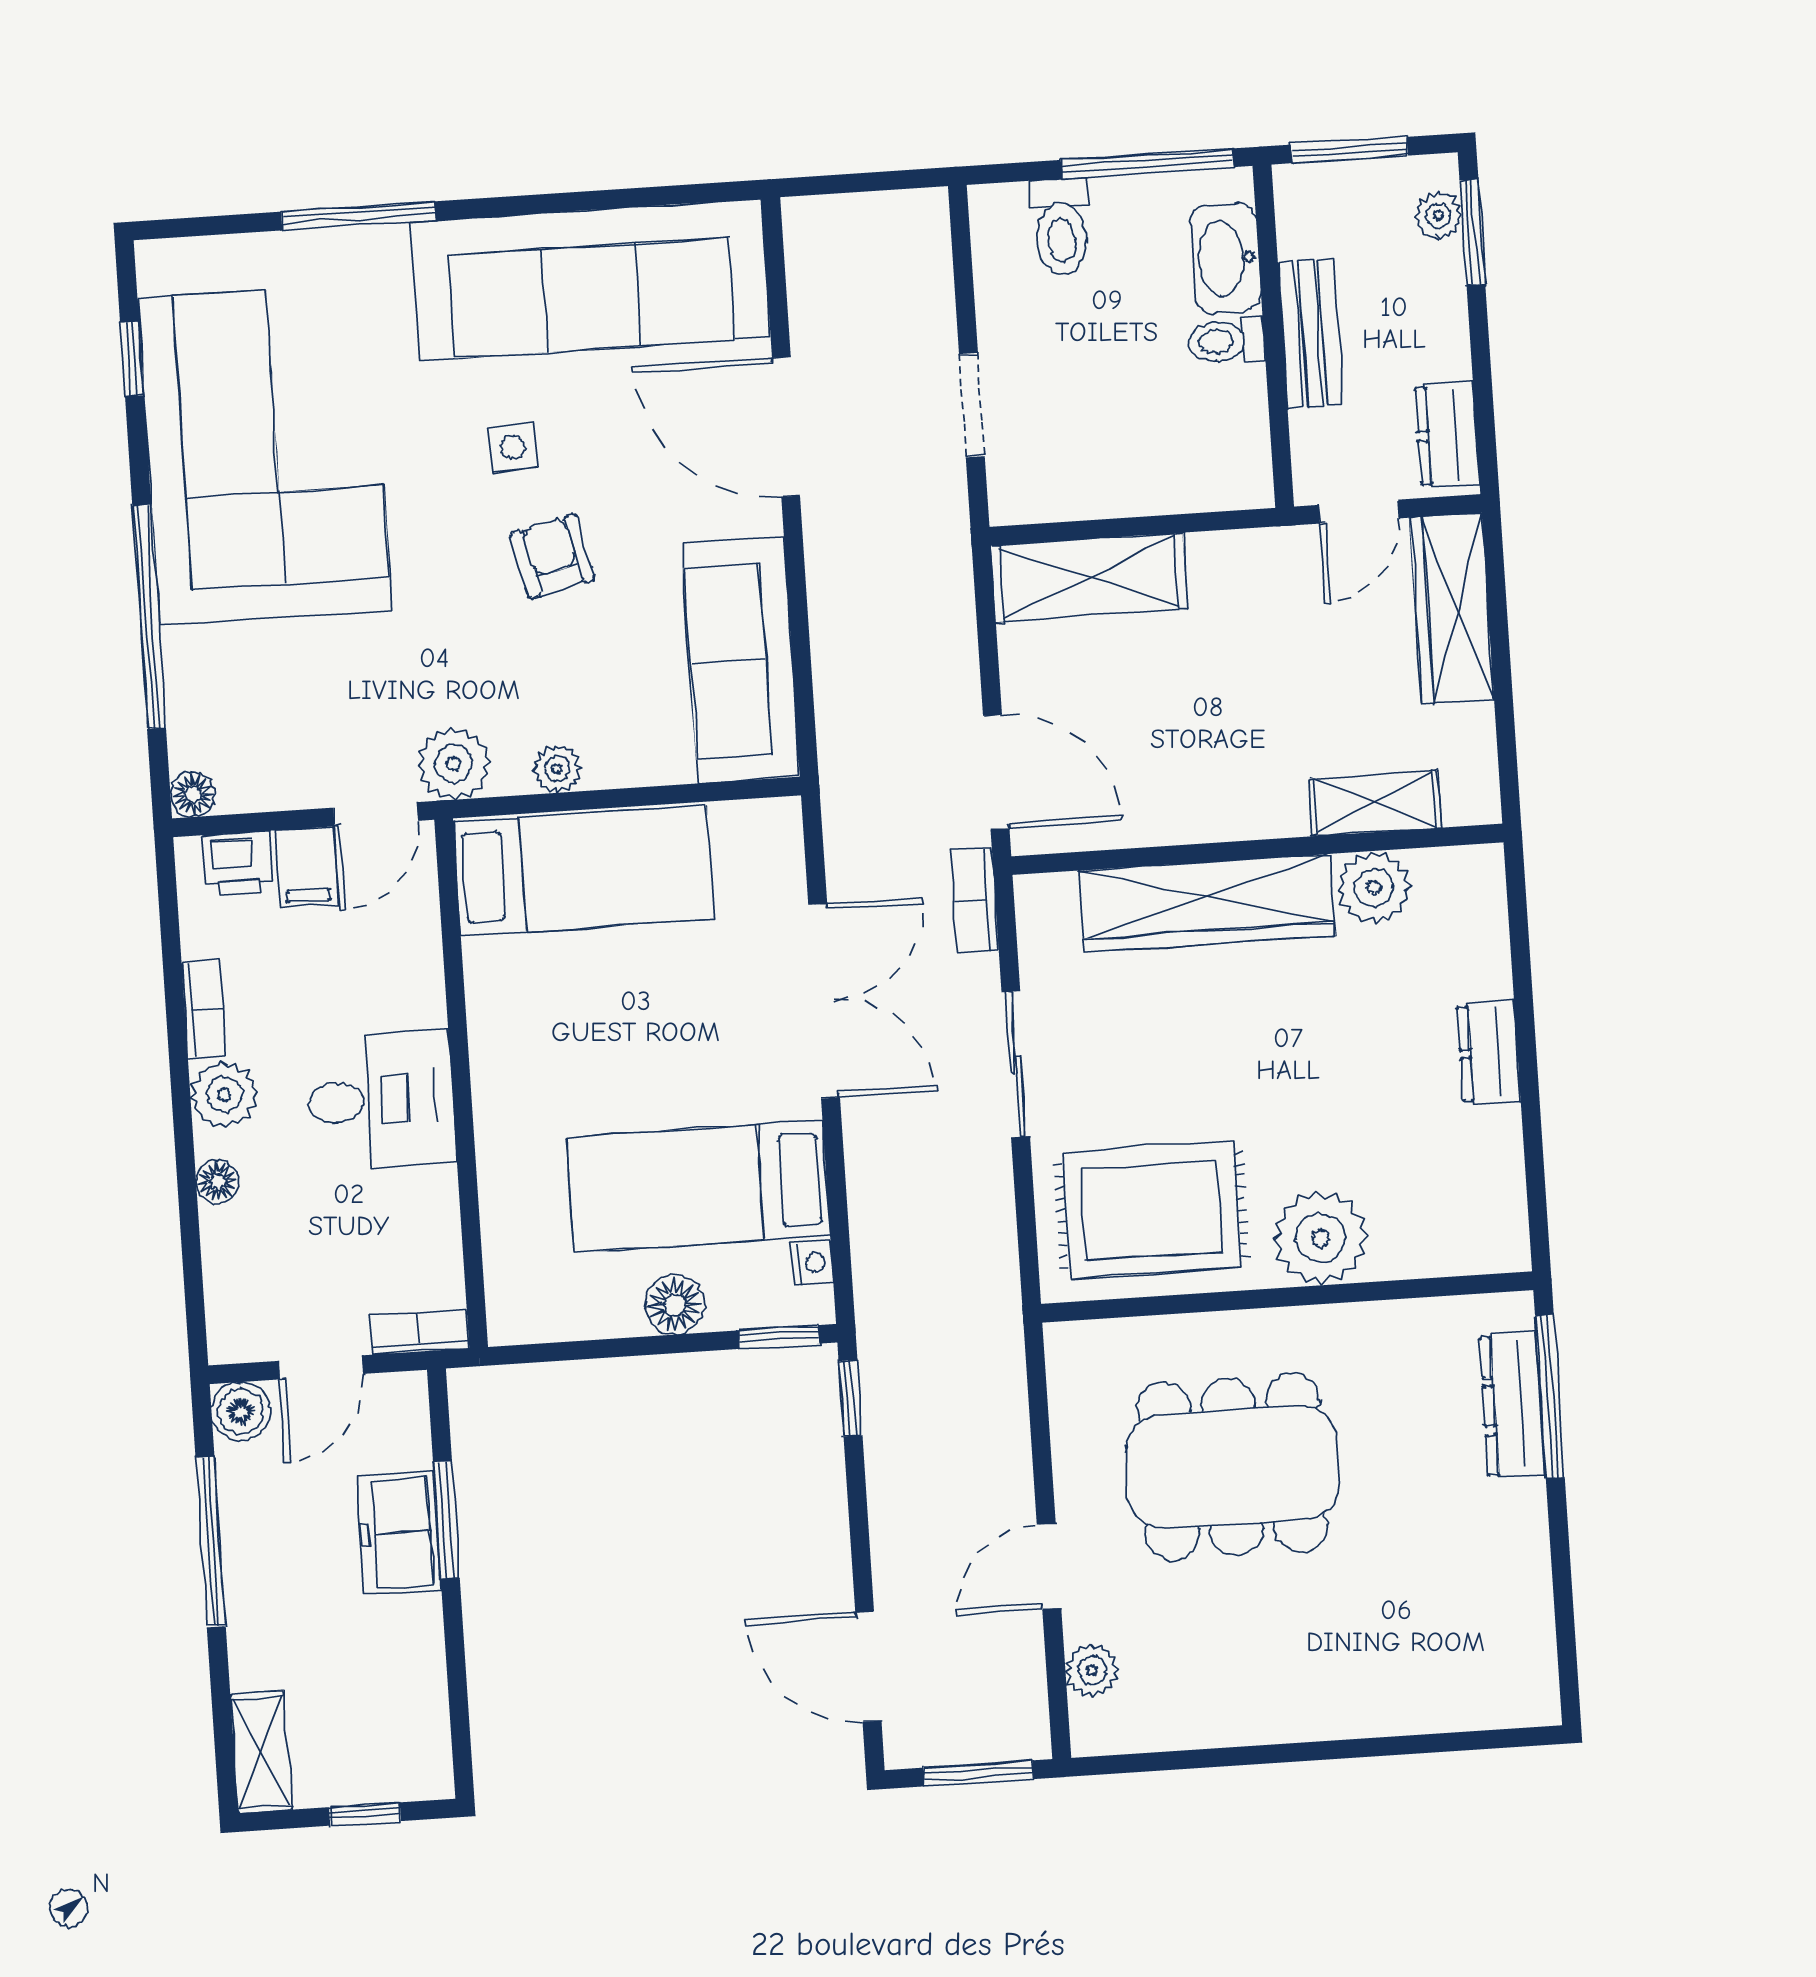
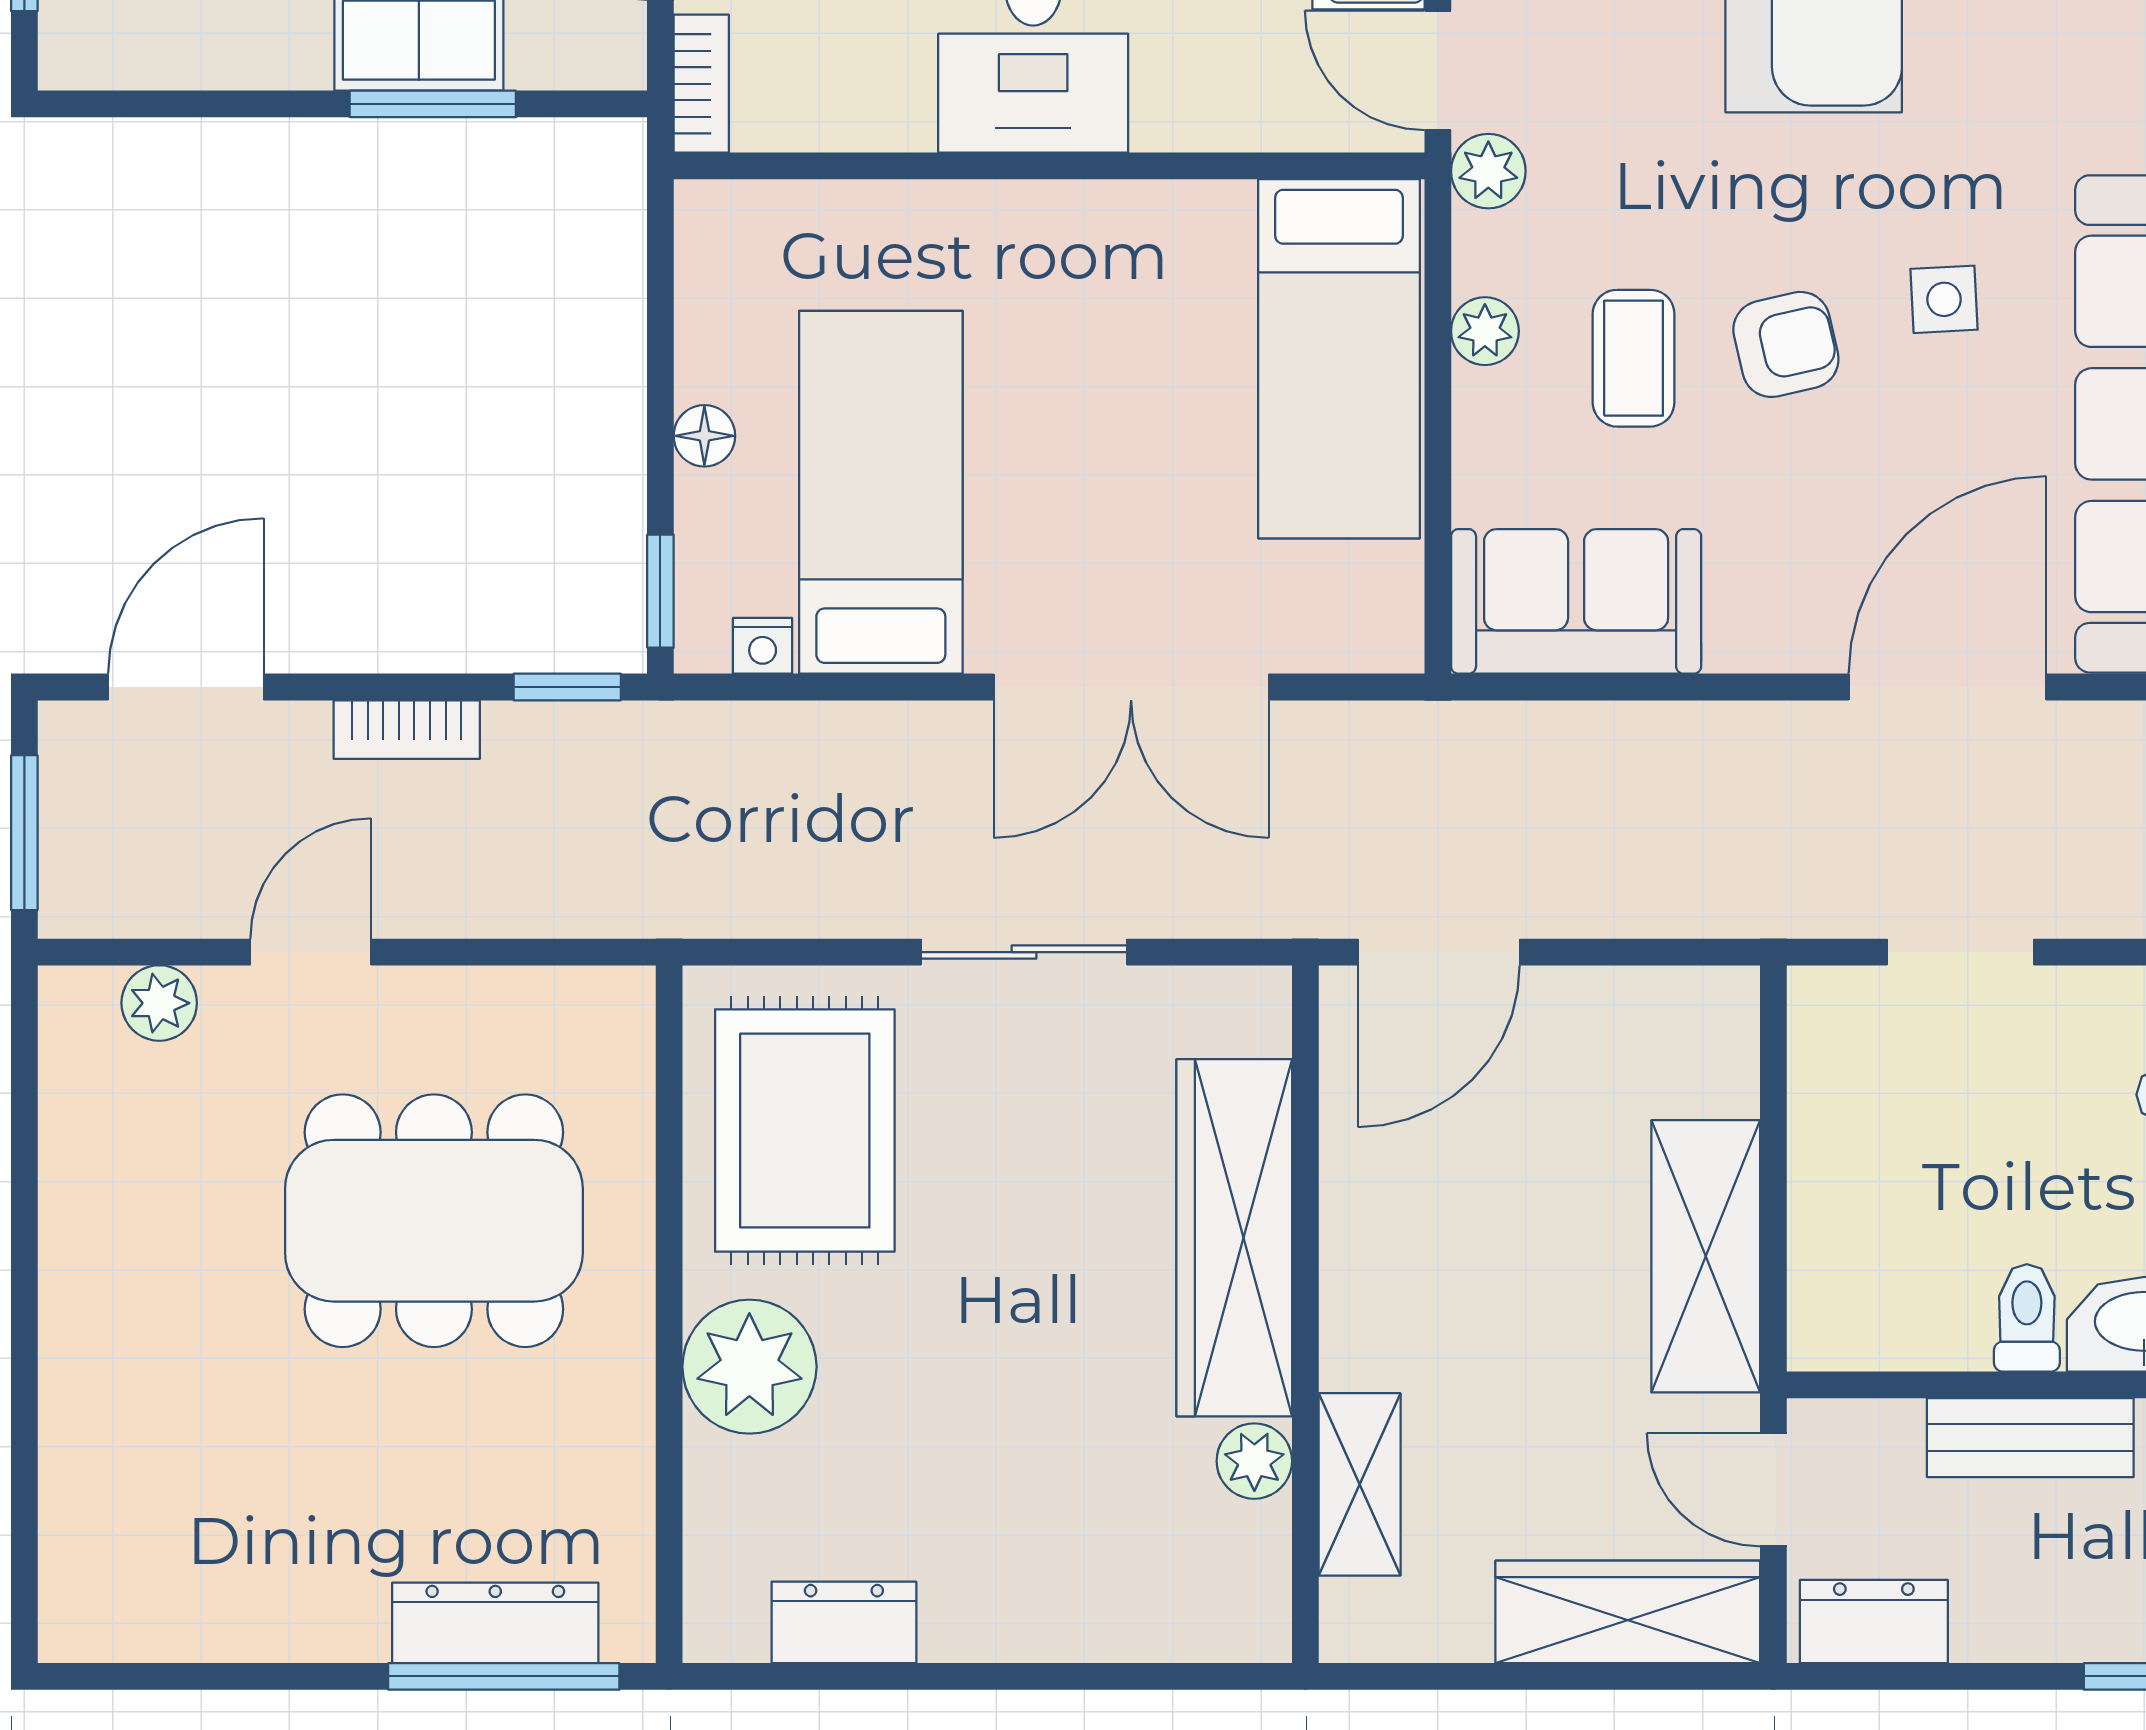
shelving: (1089, 577) -> (1706, 1256), moved
sofa: (741, 660) -> (1576, 601), width x0.73
coffee table: (569, 663) -> (1634, 358), added
plant: (454, 763) -> (1488, 171), width x0.73, depth x0.73
plant: (1374, 888) -> (1254, 1461), width x0.73, depth x0.73
bookcase: (975, 900) -> (407, 730), moved, turned 180
dresser: (1489, 1052) -> (844, 1622), moved
floor lamp: (675, 1305) -> (704, 436), width x0.73, depth x0.73
dining table: (1232, 1467) -> (434, 1221), turned 90
door: (1049, 1566) -> (311, 952), hinge flipped

